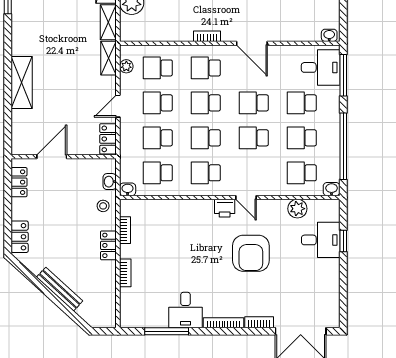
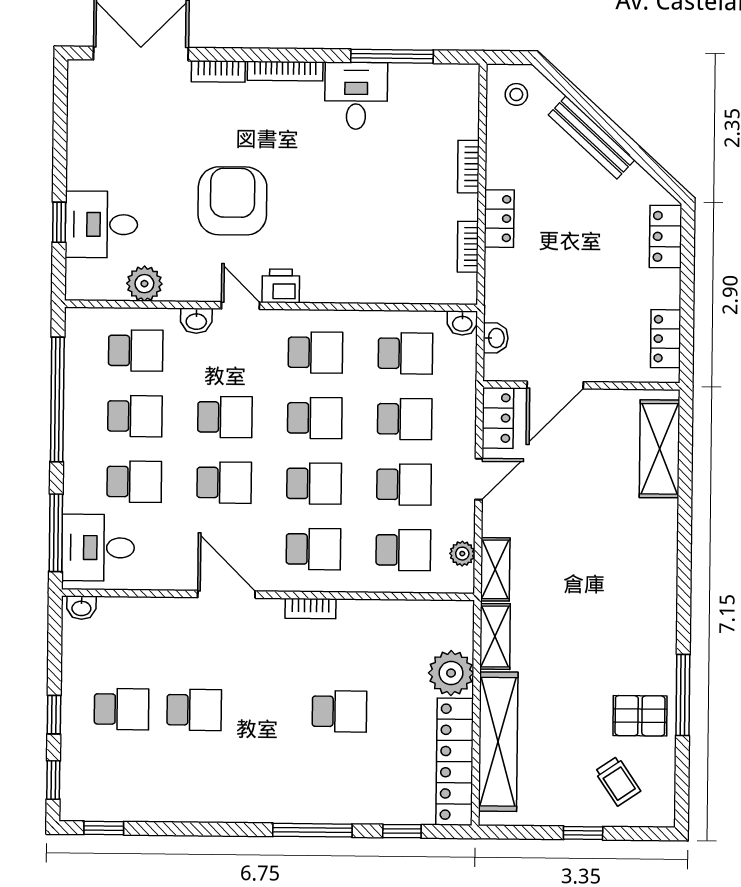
shelving: (22, 83) -> (660, 449), moved
door: (52, 157) -> (555, 385), moved
washbasin: (332, 189) -> (196, 321), moved
stool: (103, 206) -> (516, 94), moved

